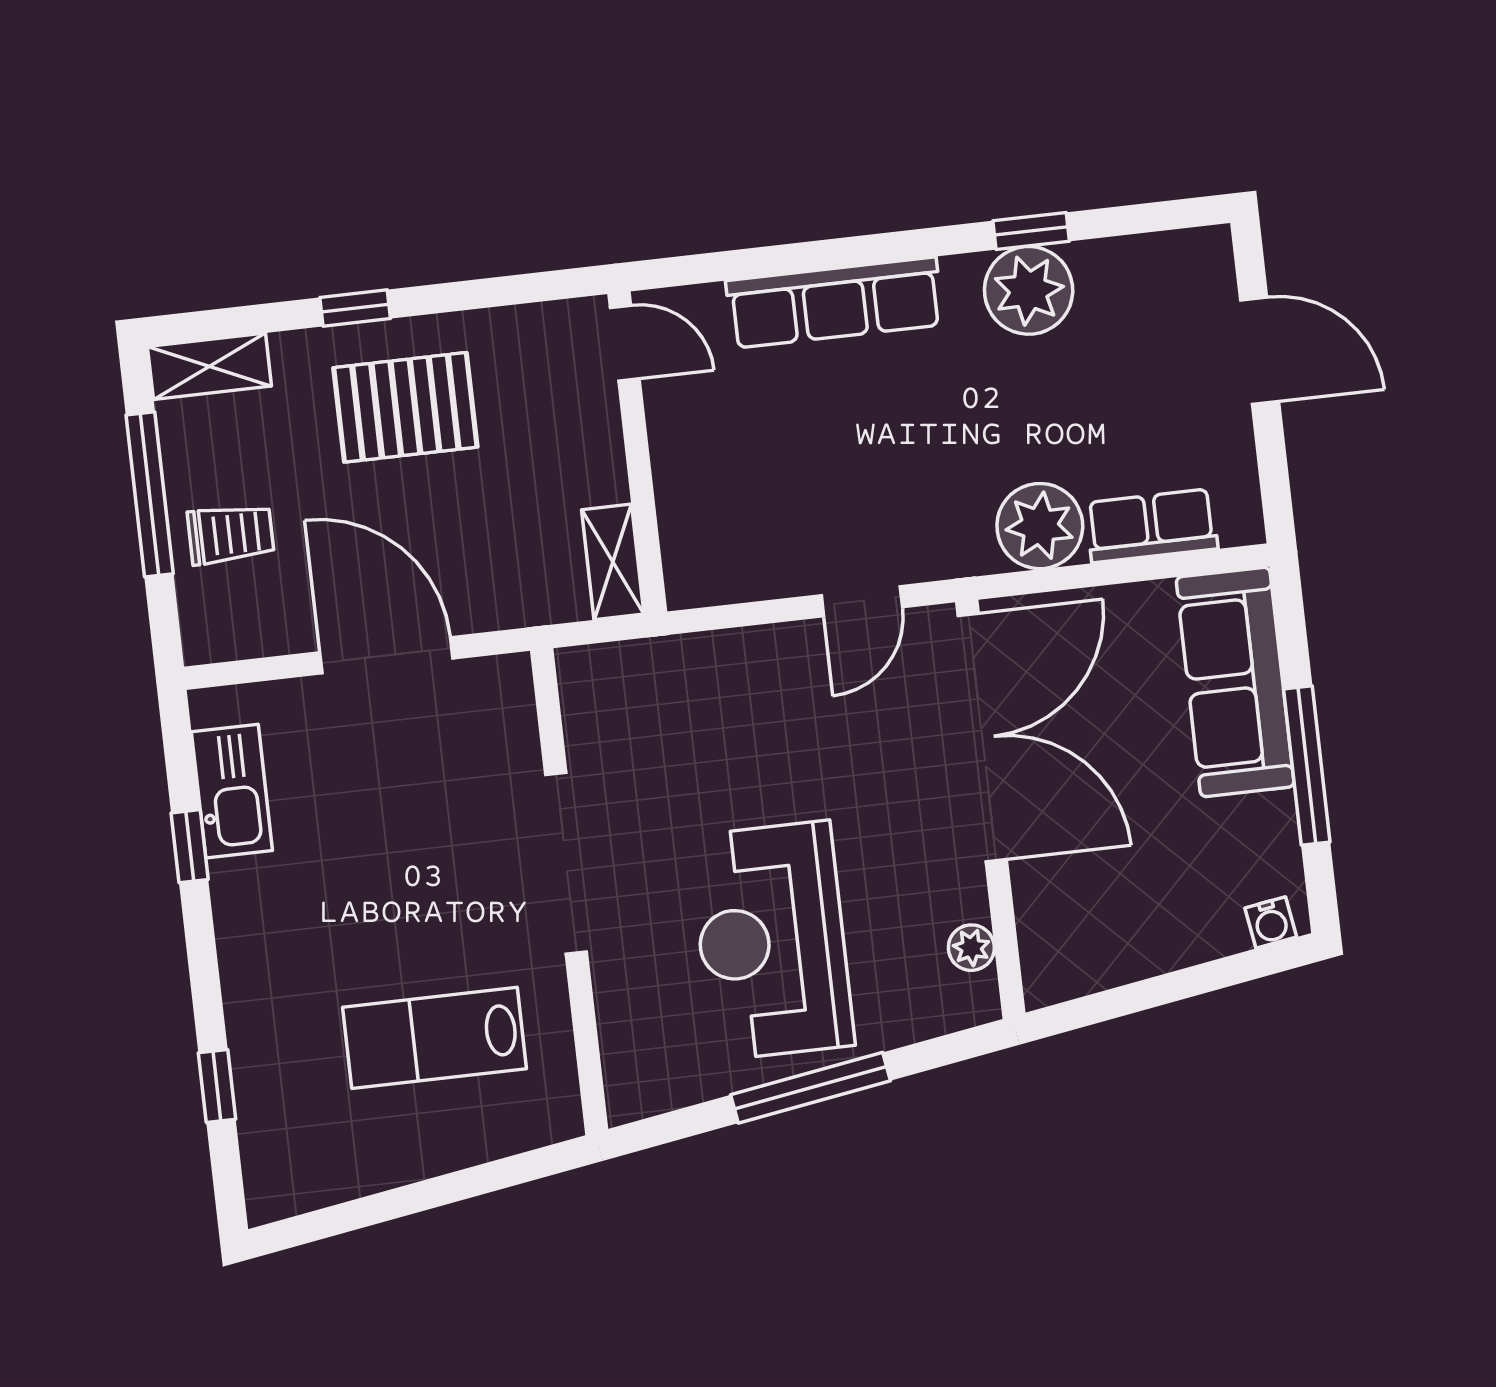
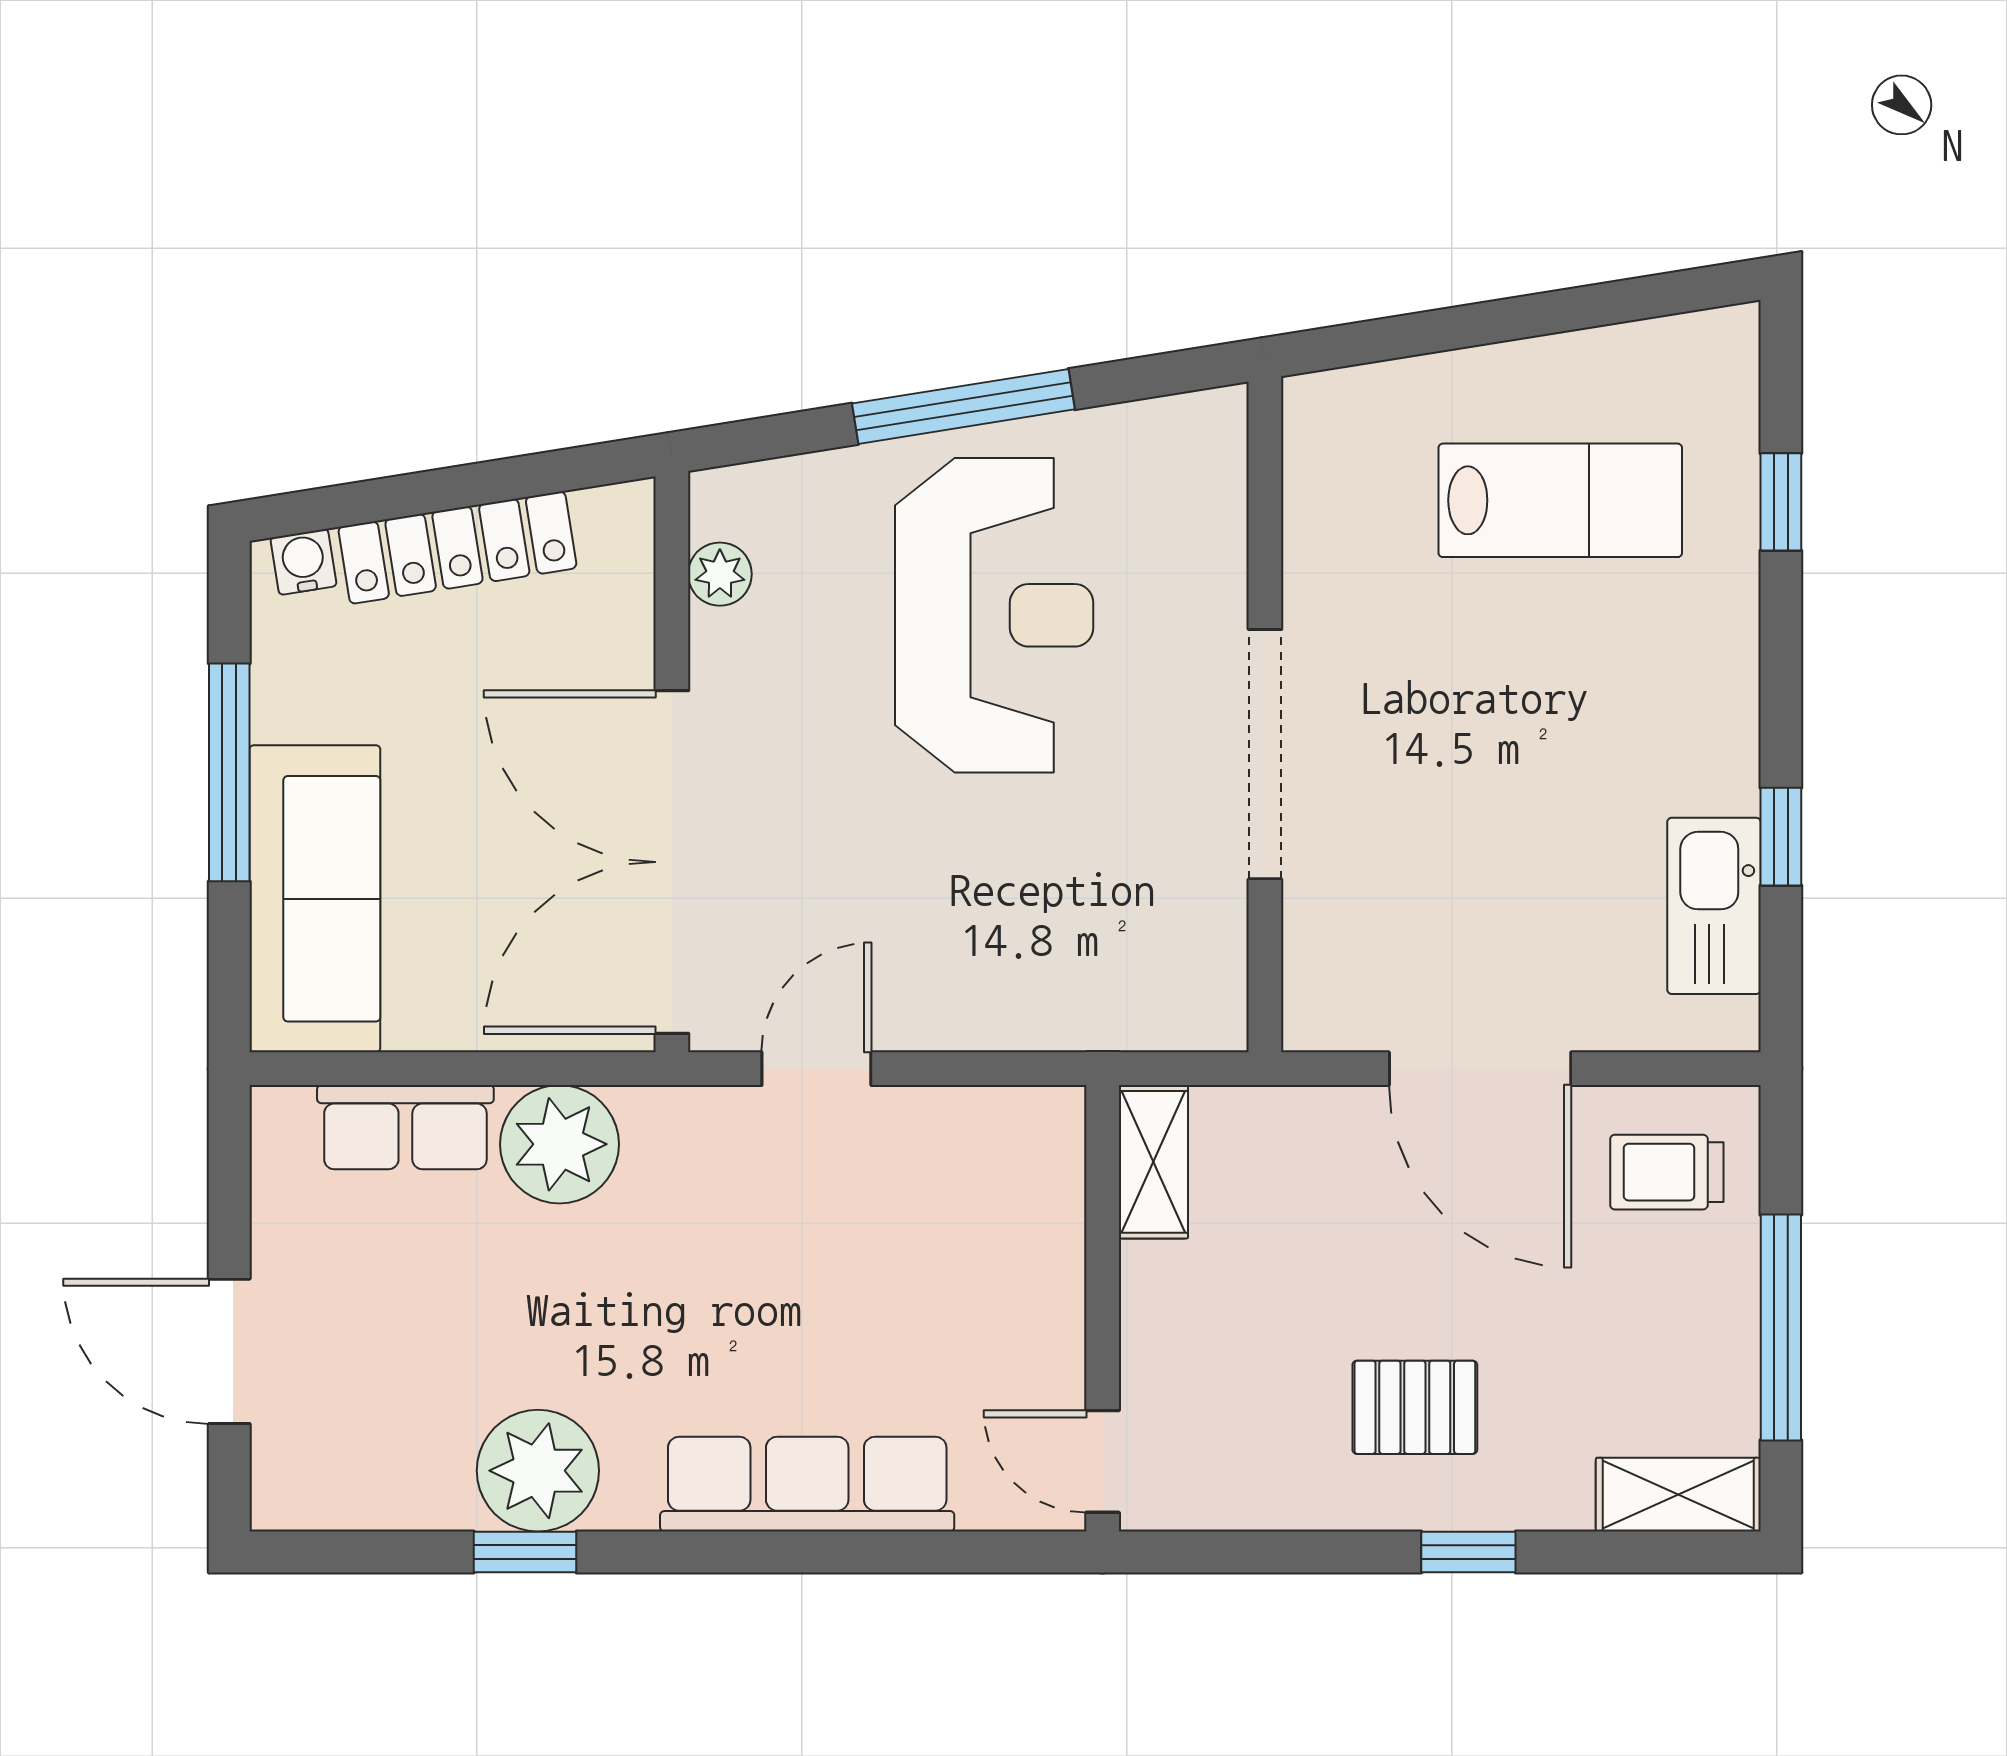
pallet: (405, 407) -> (1415, 1407), width x0.67, depth x0.71
trolley: (231, 534) -> (1667, 1172), moved
locker: (1162, 945) -> (457, 548), added
lab bench: (434, 1038) -> (1560, 500), moved

